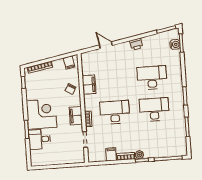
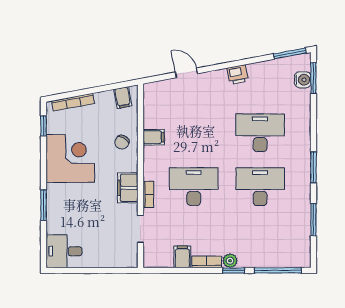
filing cabinet: (89, 85) -> (154, 137), width x0.50
corner desk: (41, 114) -> (70, 158), moved
desk: (40, 139) -> (64, 251), moved

